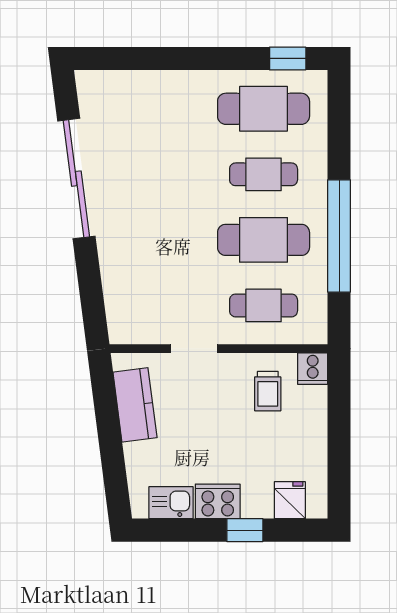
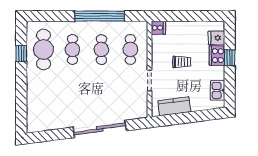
window: (288, 58) -> (21, 53), moved
sliding door: (76, 179) -> (100, 129), moved
cafe table: (264, 240) -> (101, 49), width x0.73, depth x0.74
trolley: (268, 391) -> (182, 62), moved
cooker: (218, 501) -> (217, 56), moved

